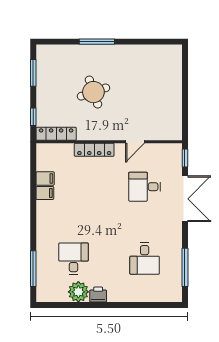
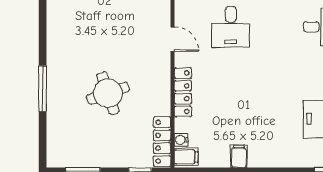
water cooler: (57, 148) -> (181, 140), added
filing cabinet: (45, 179) -> (186, 157), moved, turned 90

